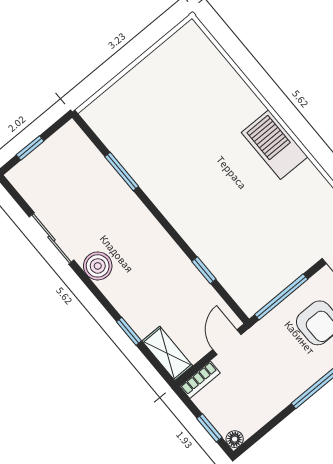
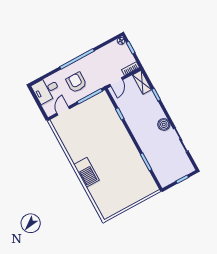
barbecue: (275, 145) -> (86, 172), moved

